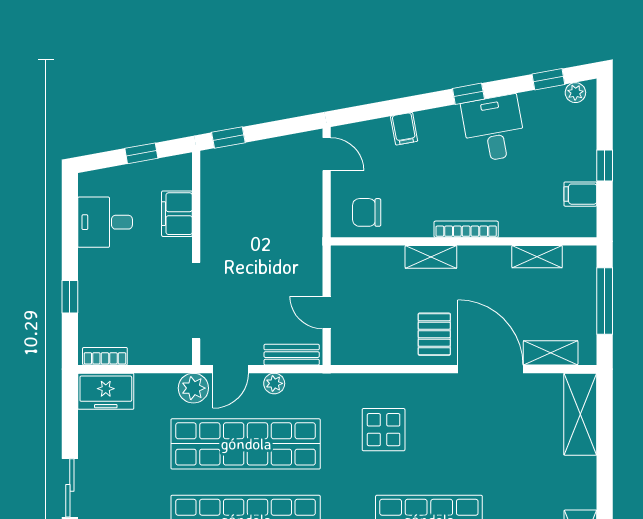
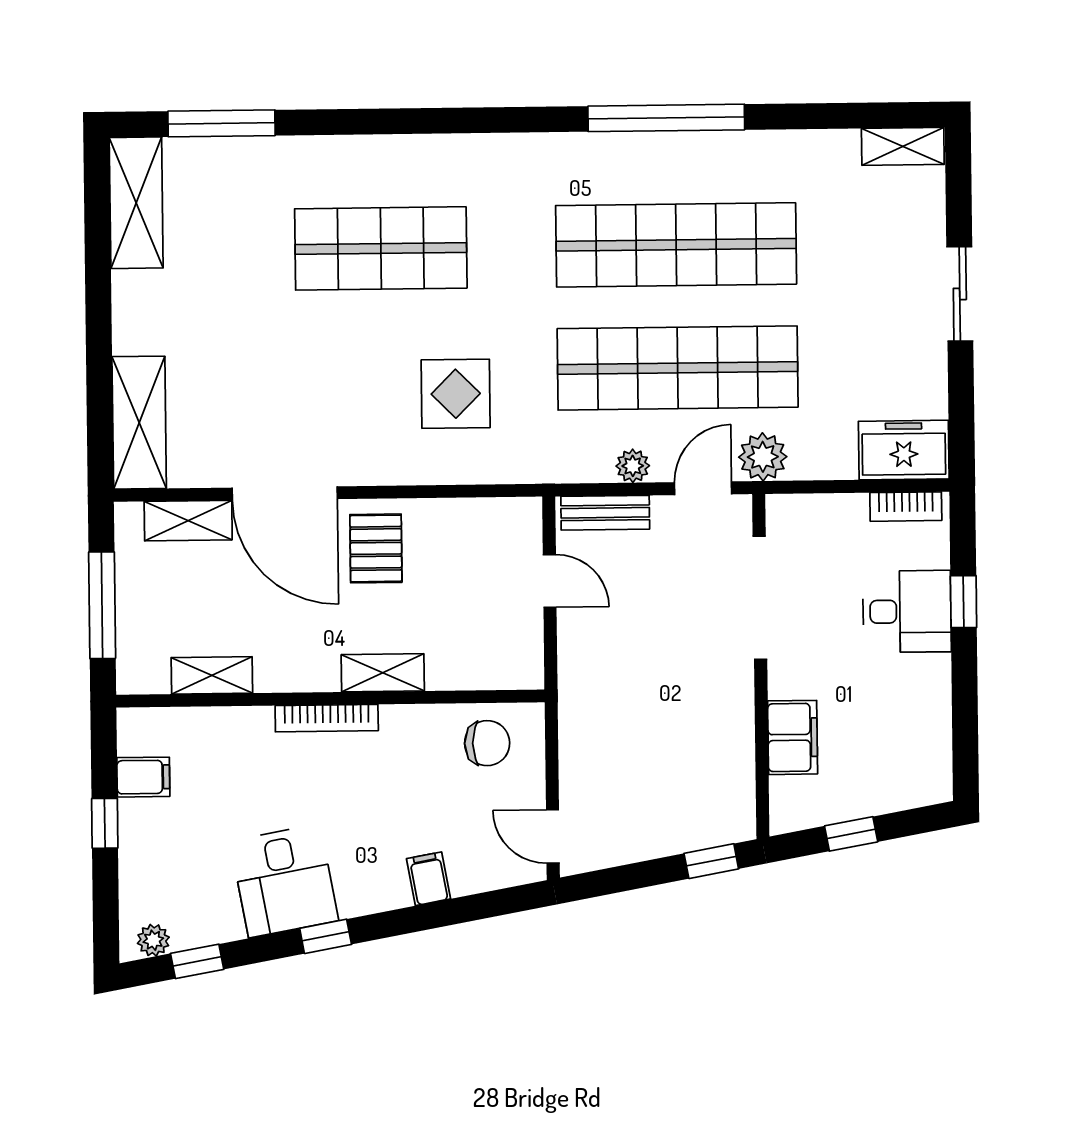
desk: (105, 222) -> (907, 611), moved

